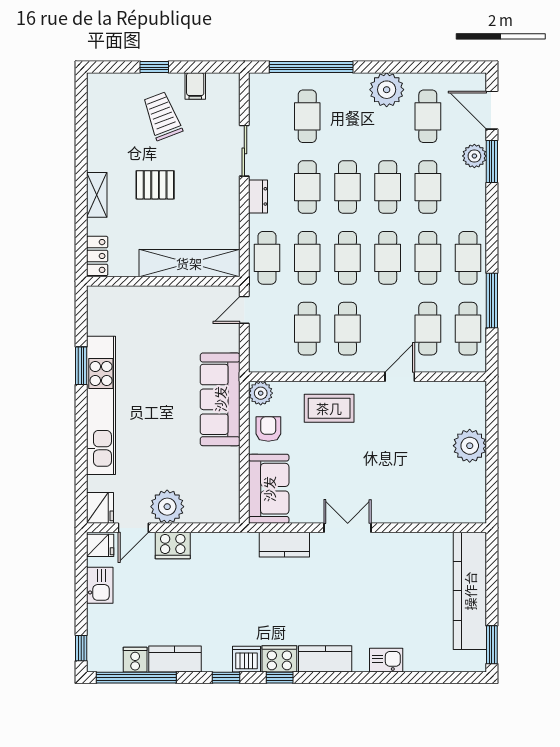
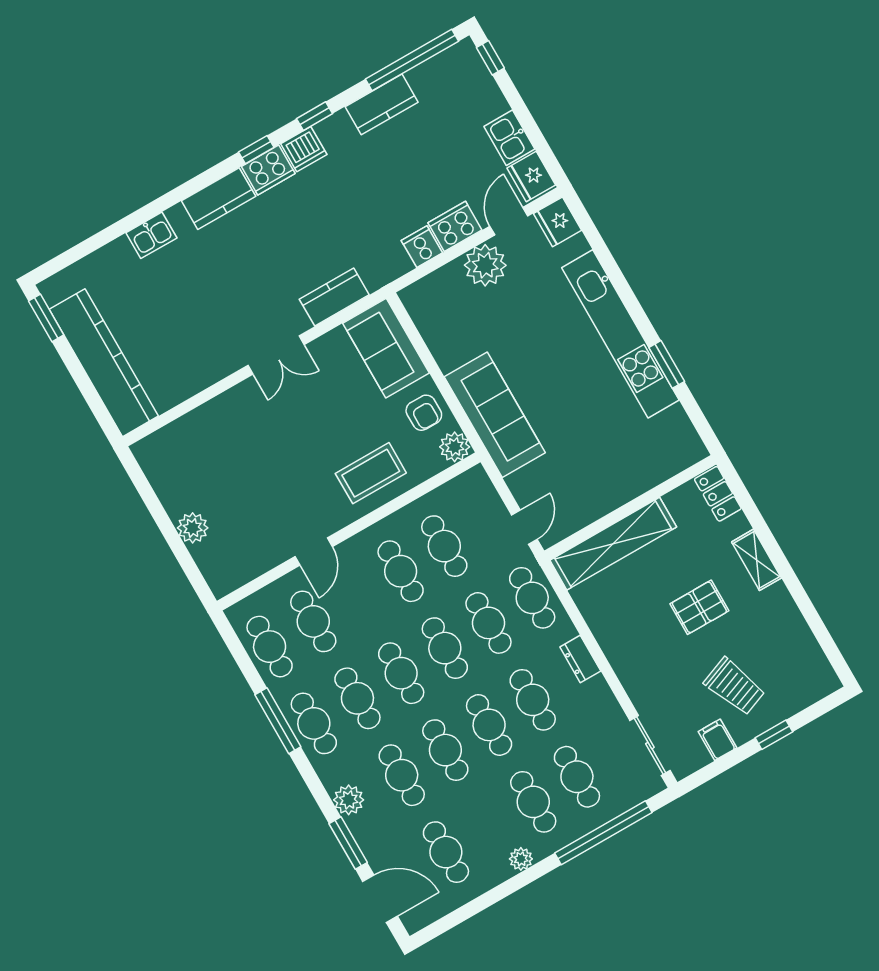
plant: (387, 90) -> (521, 859), width x0.53, depth x0.53
cafe table: (347, 116) -> (533, 802), added
sliding door: (244, 151) -> (650, 745), moved
plant: (474, 156) -> (349, 800), moved
window: (492, 300) -> (278, 721), moved
plant: (470, 446) -> (193, 528), width x0.73, depth x0.73
fridge: (100, 545) -> (531, 176), width x1.38
cooker: (135, 660) -> (422, 247), moved, turned 180

